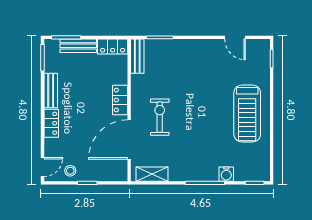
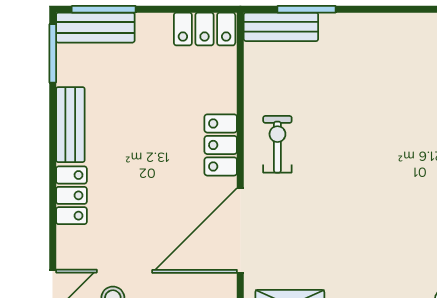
bench: (78, 46) -> (95, 28), moved
bench: (137, 56) -> (281, 27), moved, turned 90
exercise bike: (160, 117) -> (277, 144), moved, width x0.73, depth x0.72

